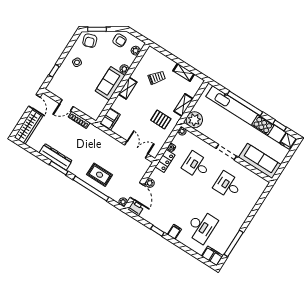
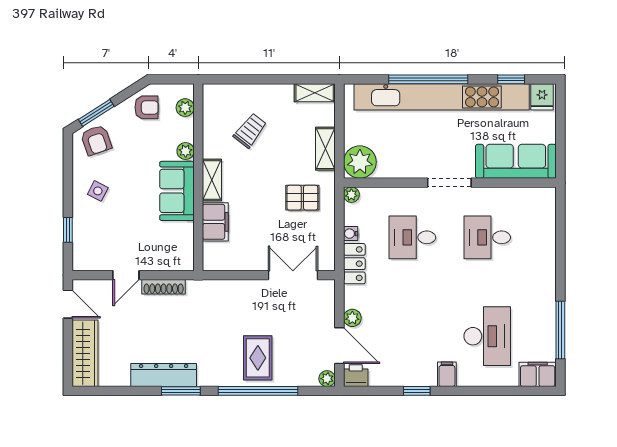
shelving: (184, 72) -> (315, 93), moved
filing cabinet: (110, 119) -> (215, 222), moved
rug: (100, 175) -> (258, 358), turned 90

